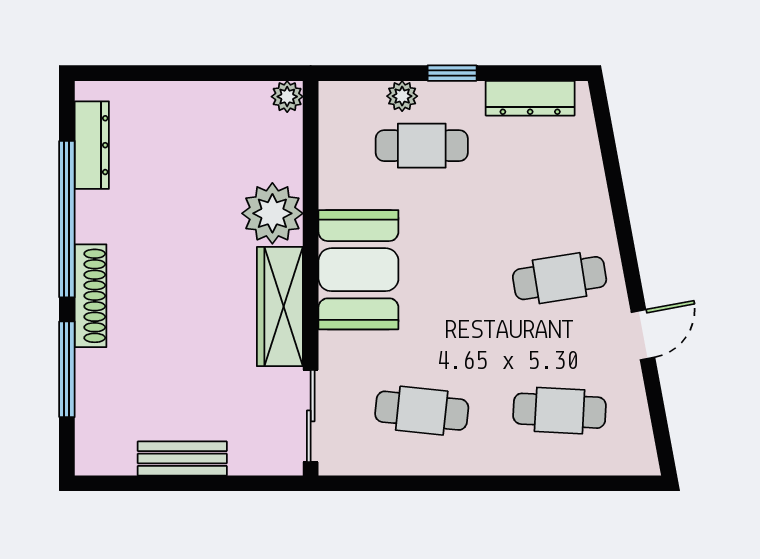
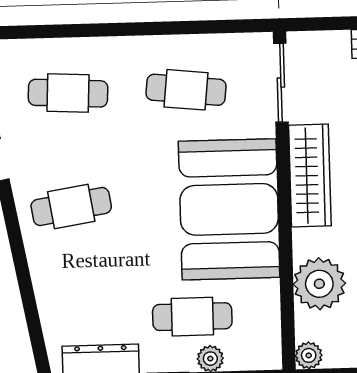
plant: (272, 213) -> (319, 284), moved
booth: (358, 270) -> (229, 209), width x1.36, depth x1.42

